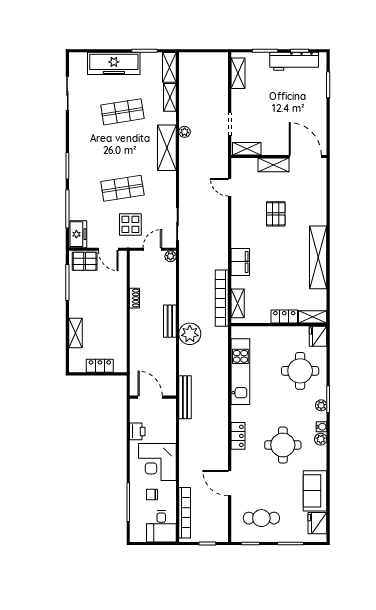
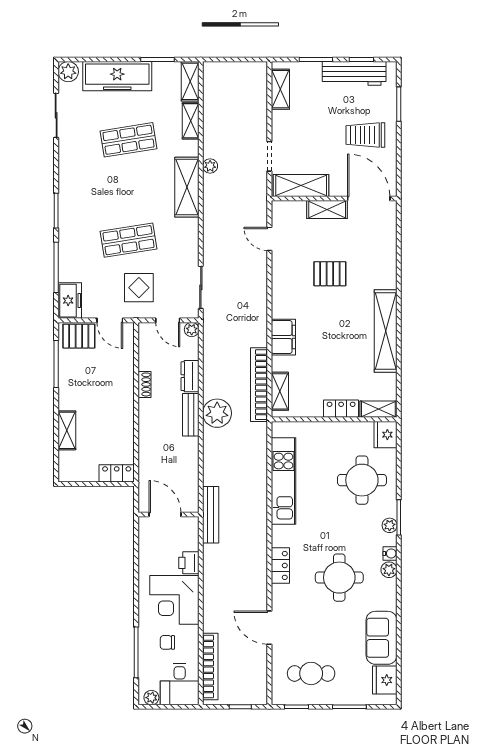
plant: (77, 60) -> (68, 72), added
trolley: (303, 108) -> (365, 135), added
shelving: (247, 149) -> (301, 186), width x1.50, depth x1.33
pallet: (276, 214) -> (330, 274), turned 90
door: (152, 249) -> (168, 320), swing flipped
dresser: (169, 292) -> (190, 376), added
plant: (190, 334) -> (217, 413), moved
locker: (100, 366) -> (117, 473), moved
printer: (137, 431) -> (189, 563), moved, turned 180
plant: (140, 536) -> (151, 698), added

